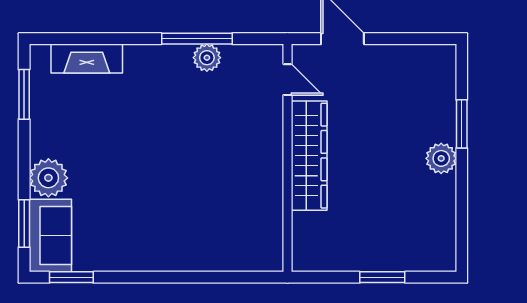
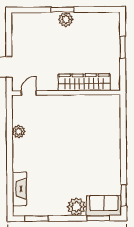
window: (197, 39) -> (10, 136), removed
window: (462, 124) -> (62, 10), moved
wardrobe: (309, 156) -> (84, 82), moved

